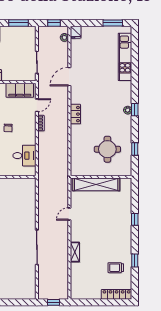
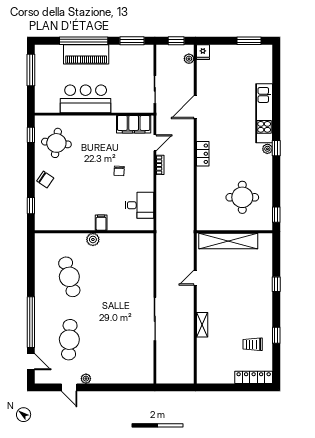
kitchen unit: (125, 57) -> (264, 113), moved
window: (135, 149) -> (276, 215), moved
window: (53, 302) -> (175, 387), removed

